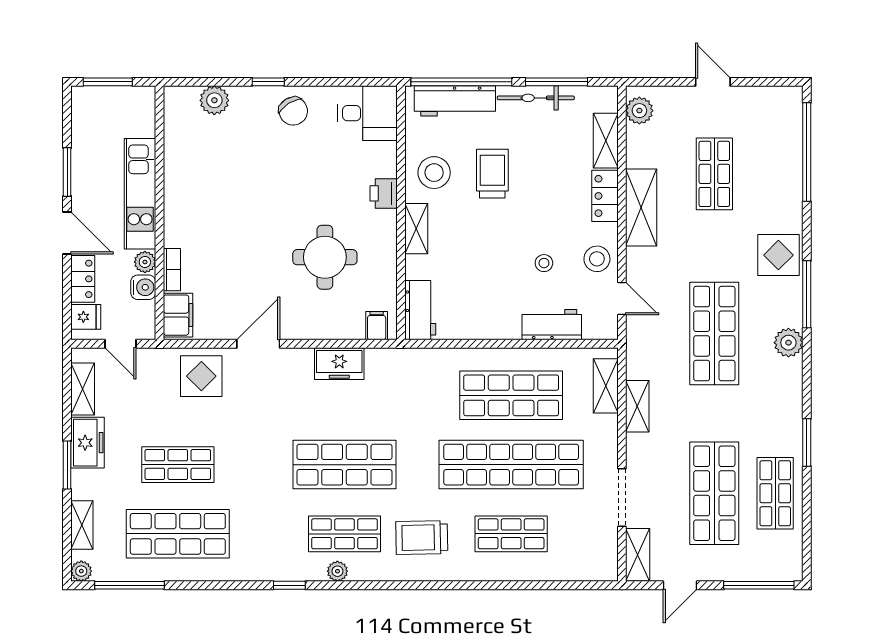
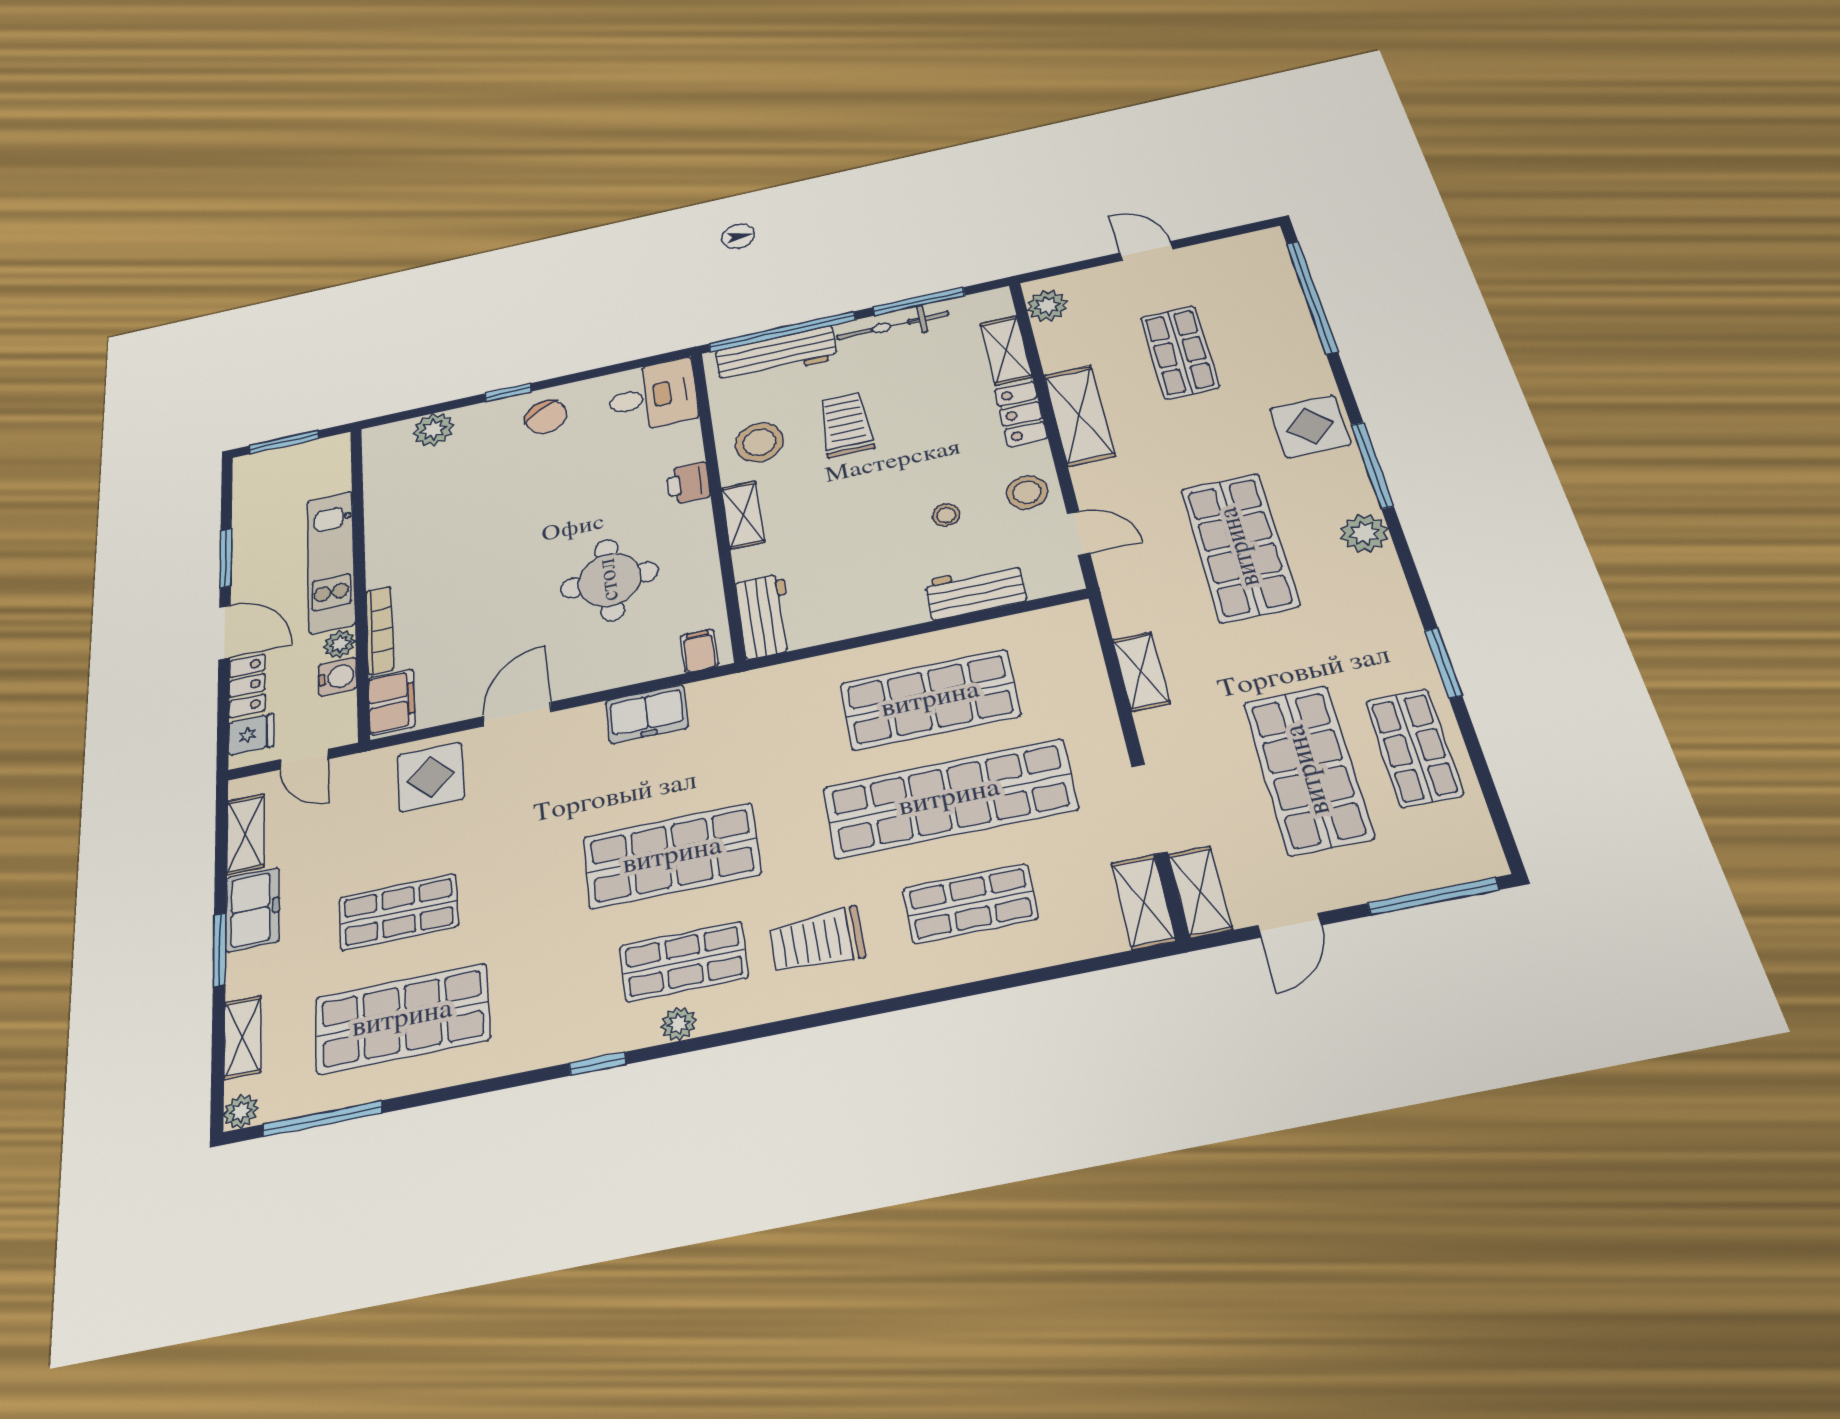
bookcase: (172, 270) -> (380, 630), width x1.56
shelving: (606, 386) -> (1143, 902), moved

